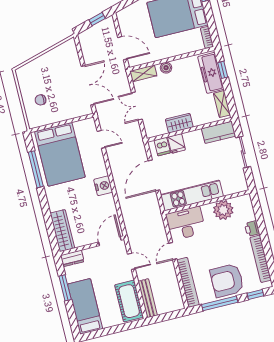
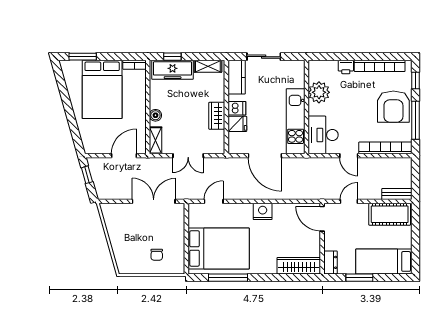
dishwasher: (162, 147) -> (237, 108), moved
bench: (148, 298) -> (397, 194), width x0.73

